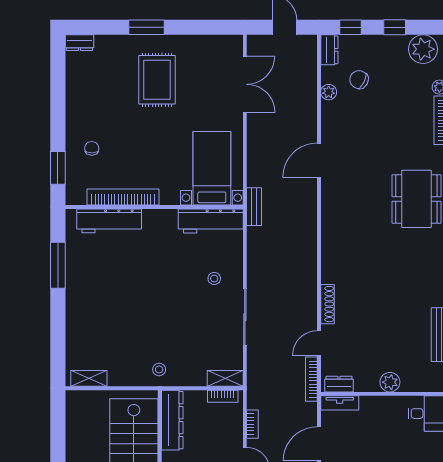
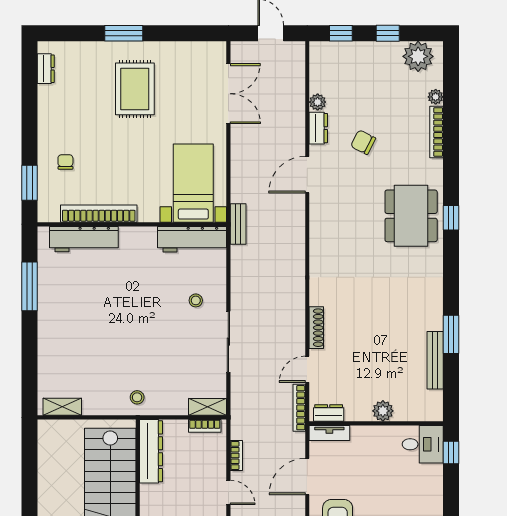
dresser: (79, 43) -> (46, 69), moved, turned -90
dresser: (329, 50) -> (318, 128), moved
chair: (359, 80) -> (363, 142), moved

